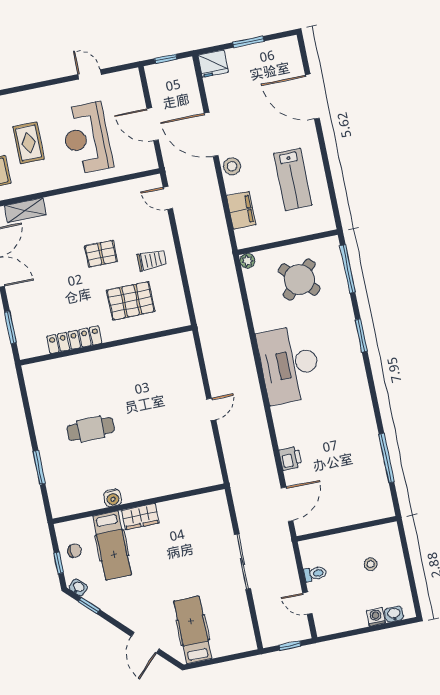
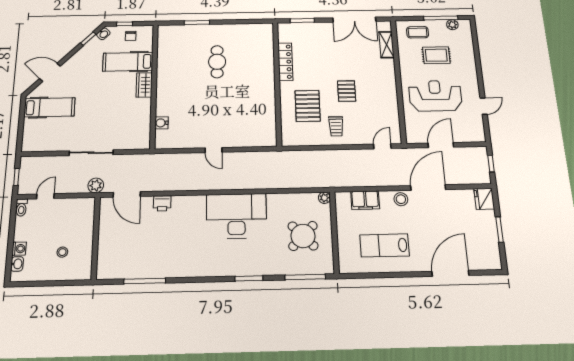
water cooler: (113, 498) -> (162, 123), moved
plant: (283, 545) -> (96, 185), added
toilet: (315, 574) -> (21, 208), moved

